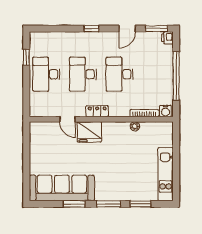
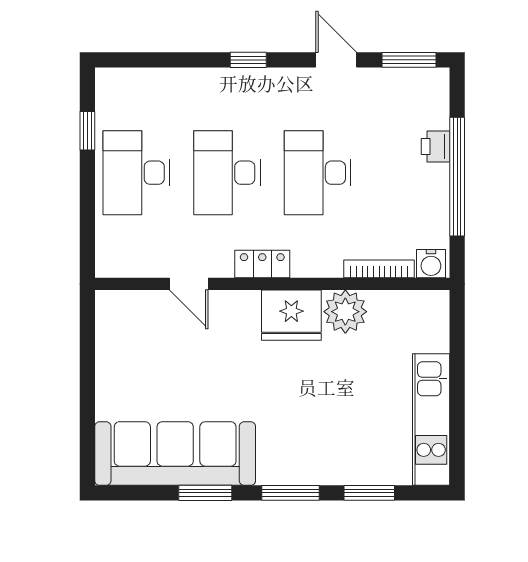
door: (127, 29) -> (336, 60), swing flipped
printer: (167, 38) -> (436, 147), moved
plant: (135, 126) -> (345, 312), width x1.88, depth x1.88
fridge: (89, 132) -> (291, 315), moved

